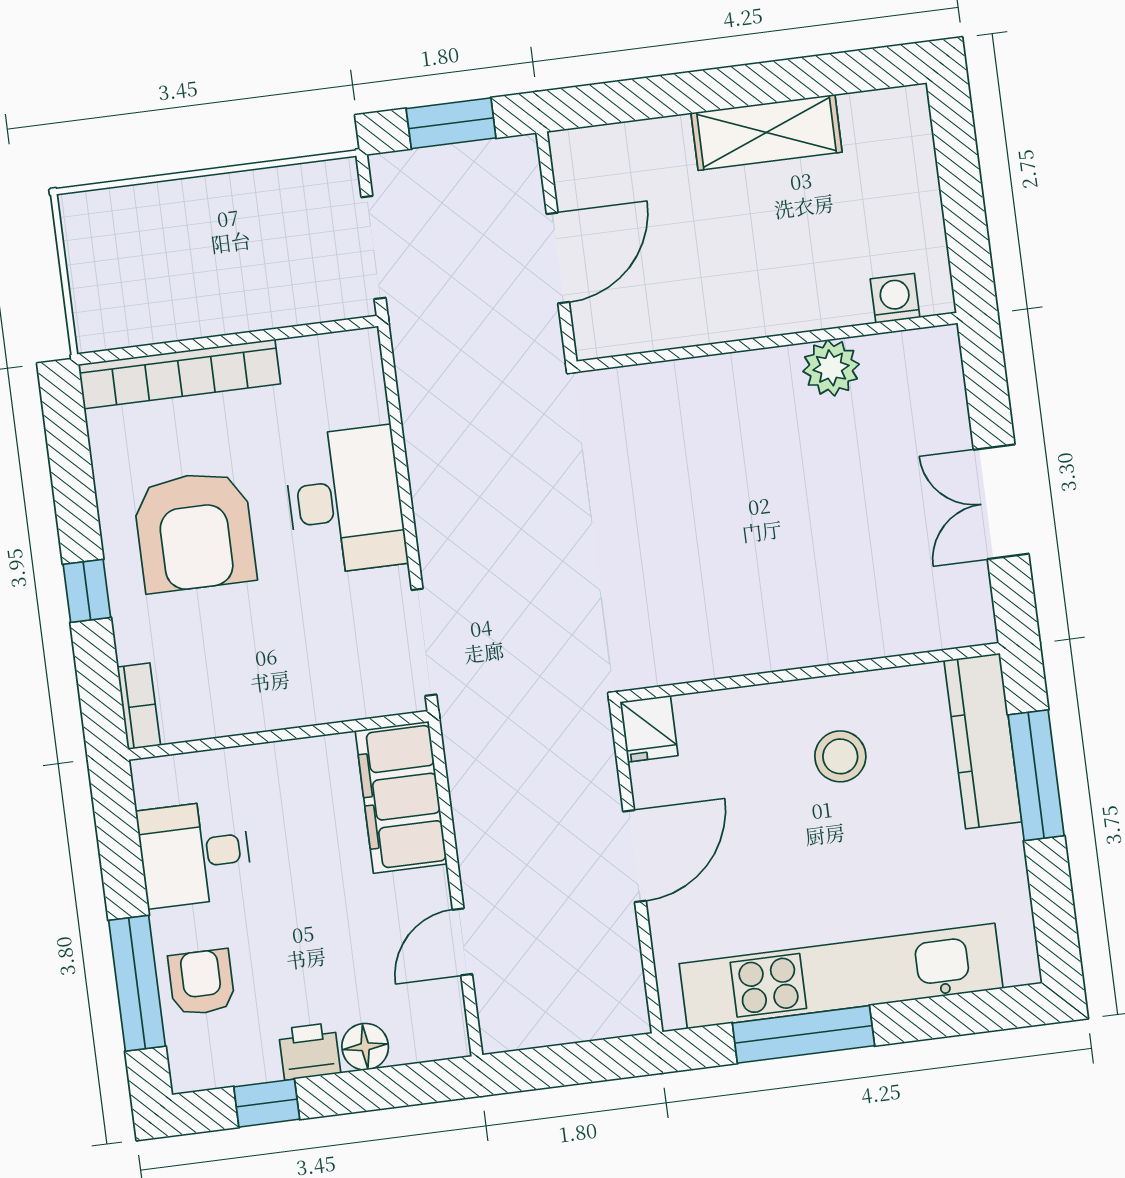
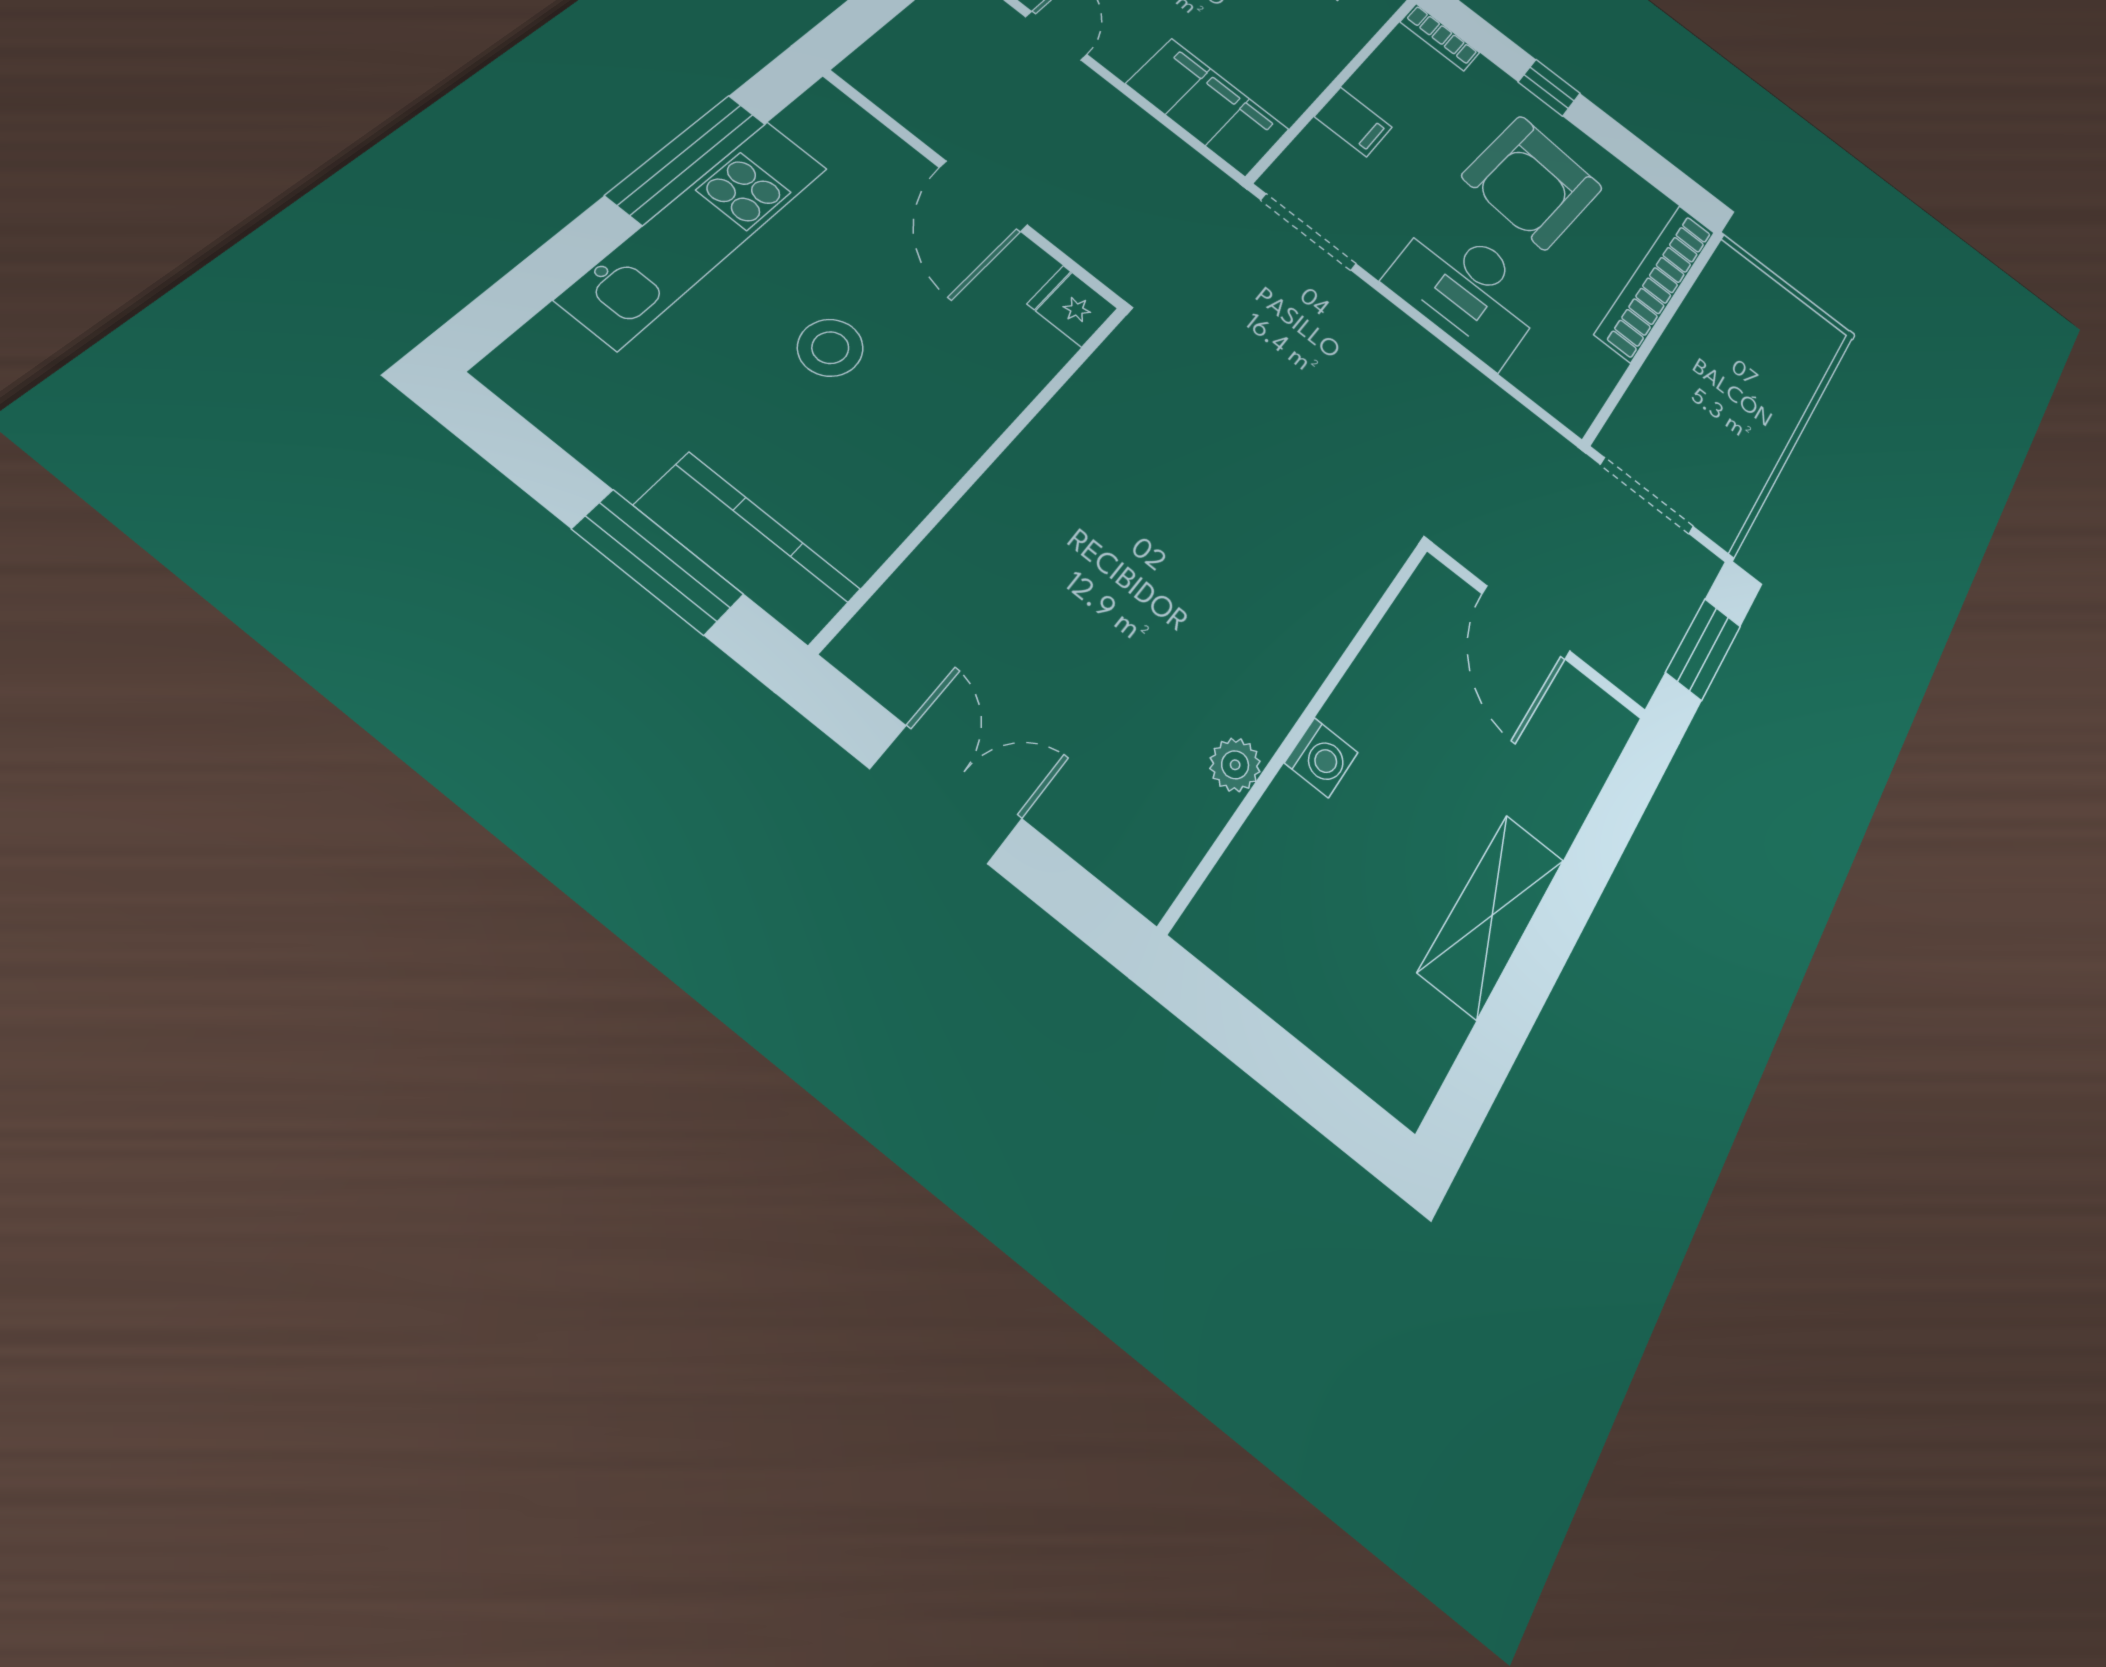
washing machine: (895, 298) -> (1321, 758), moved
plant: (831, 368) -> (1235, 765), width x0.73, depth x0.73
armchair: (195, 531) -> (1533, 182), turned -85
filing cabinet: (295, 696) -> (1353, 122), added
stool: (840, 756) -> (830, 348), moved
kitchen unit: (841, 976) -> (696, 232), width x0.73

